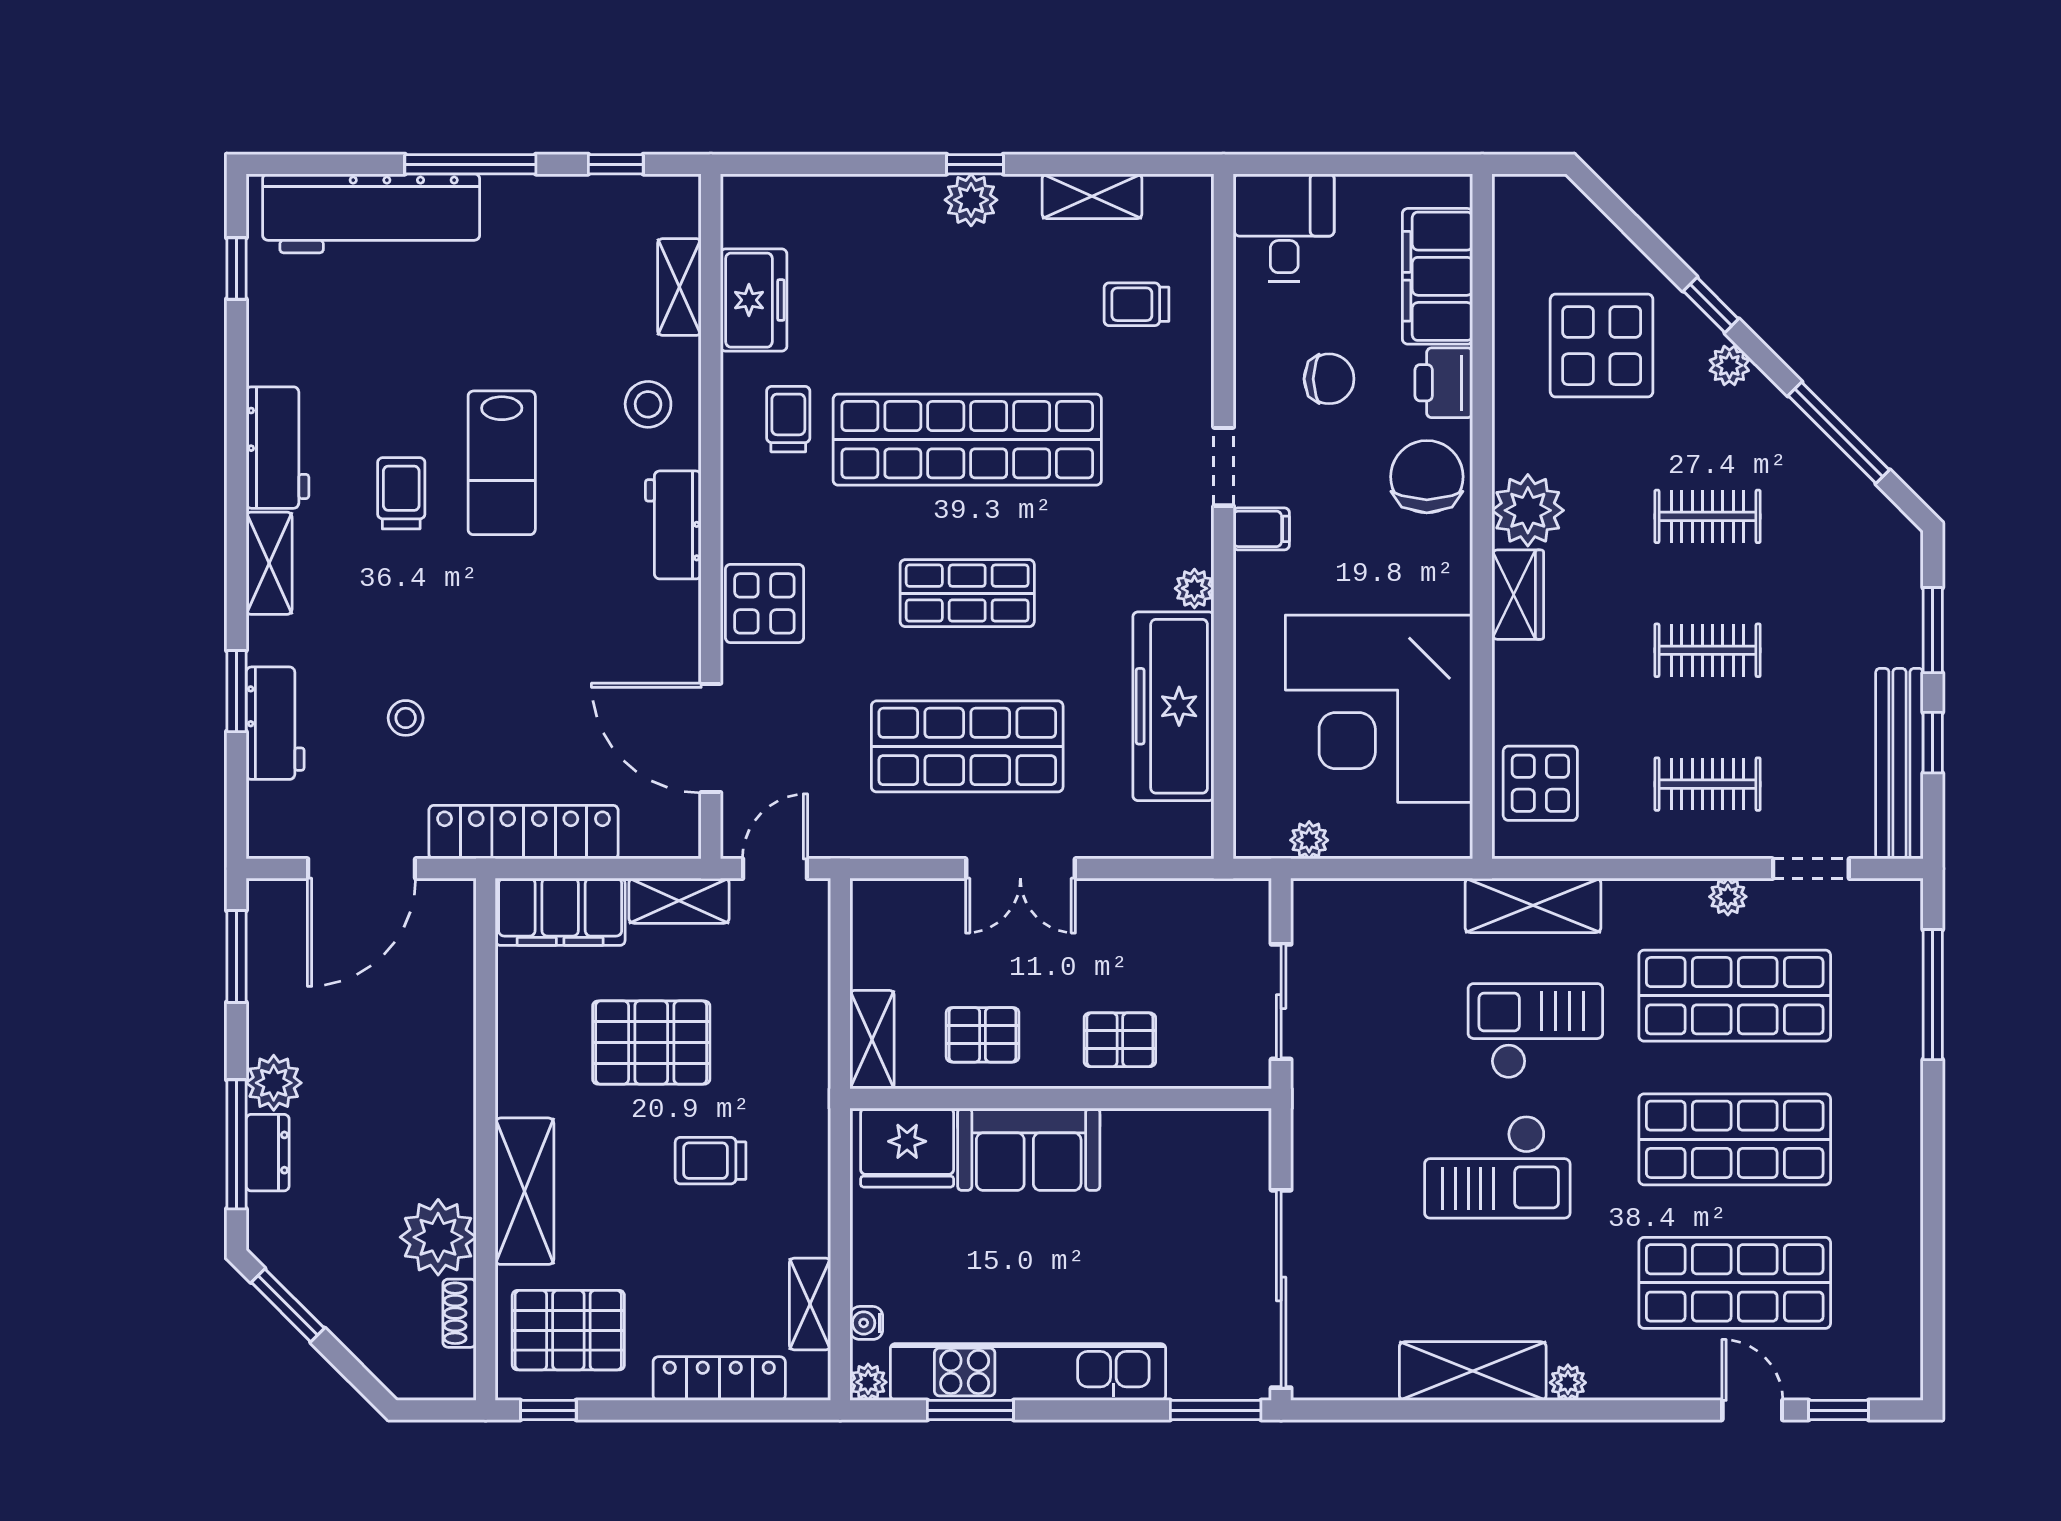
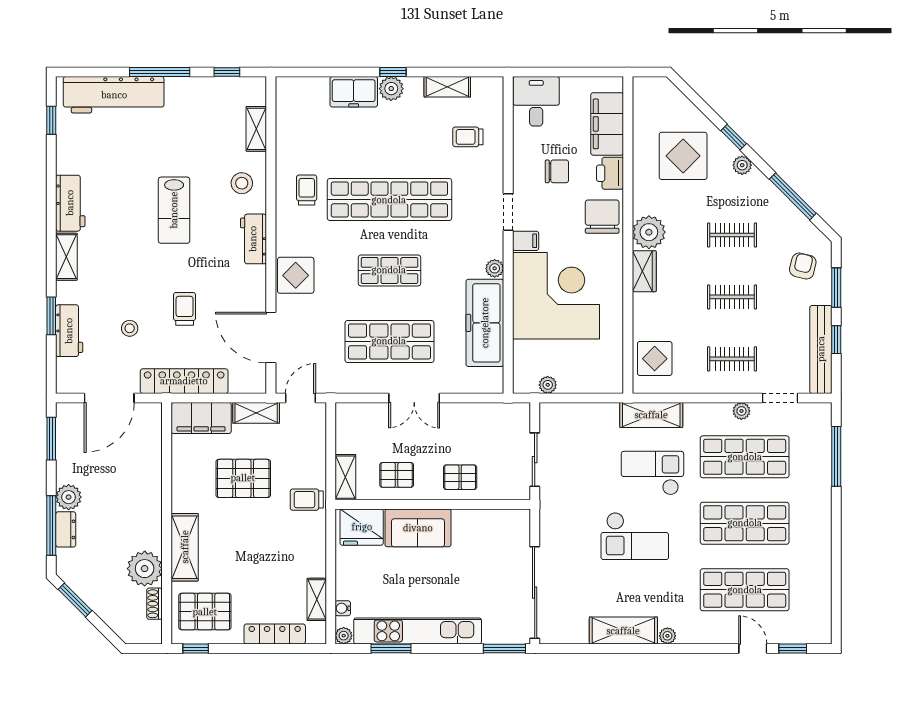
freezer: (754, 300) -> (354, 92), moved, turned 90
trolley: (401, 493) -> (185, 309), moved
armchair: (1860, 583) -> (803, 266), added
corner desk: (1379, 709) -> (556, 296), moved, turned 180
trolley: (710, 1161) -> (307, 500), moved

